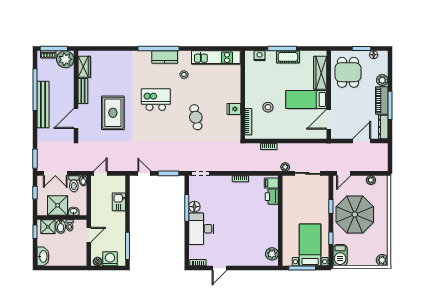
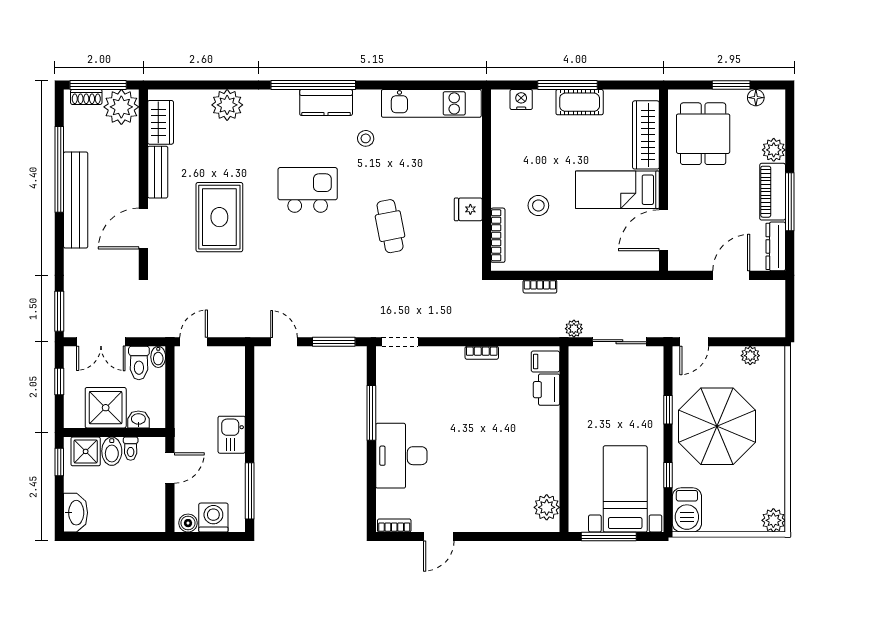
plant: (117, 58) -> (227, 105), added
kitchen sink: (119, 202) -> (232, 435), moved
floor lamp: (194, 207) -> (387, 410), removed

